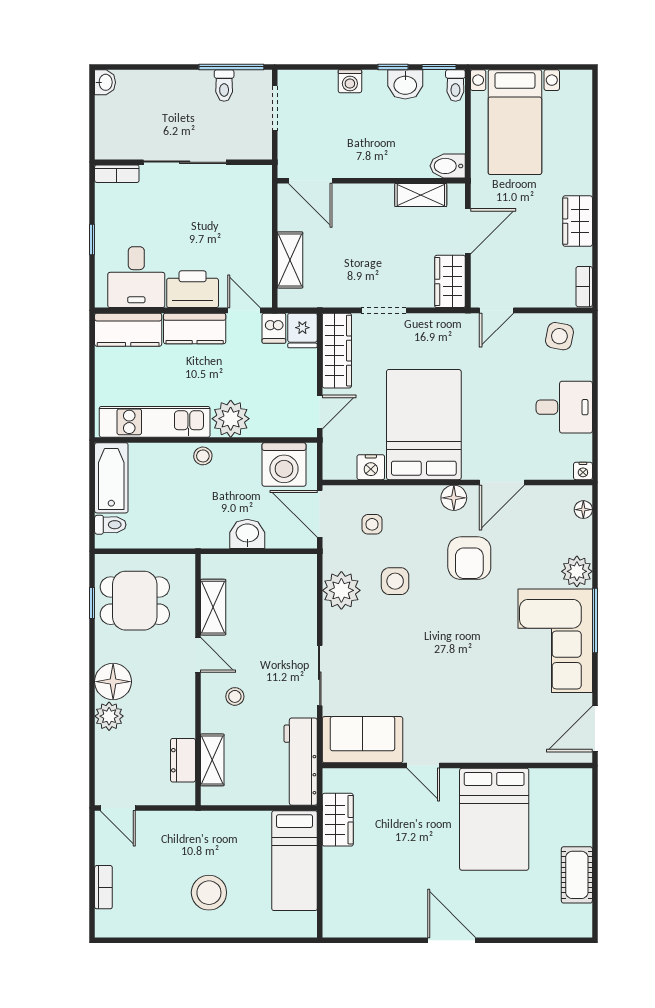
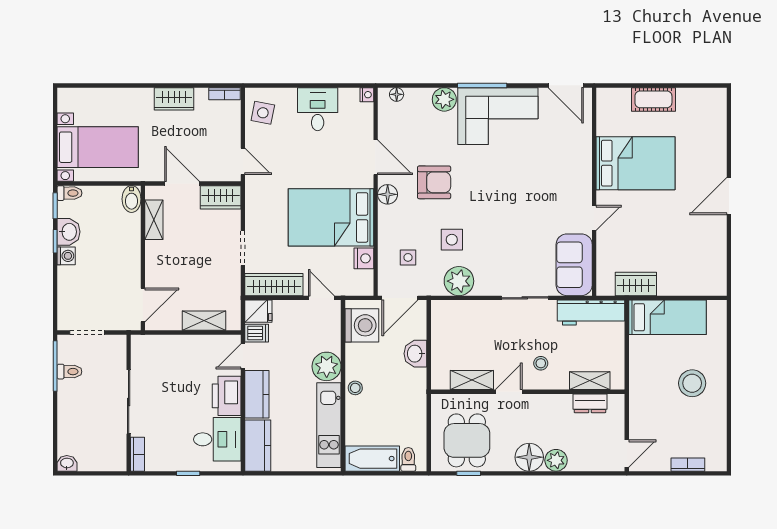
washing machine: (350, 81) -> (66, 256), moved
cot: (577, 875) -> (653, 99), moved

